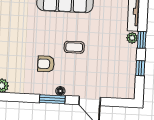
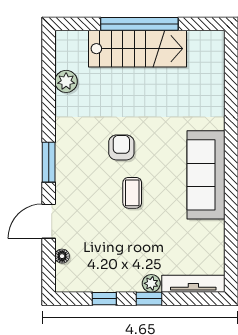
armchair: (46, 64) -> (121, 147), moved
floor lamp: (60, 91) -> (62, 256), moved

